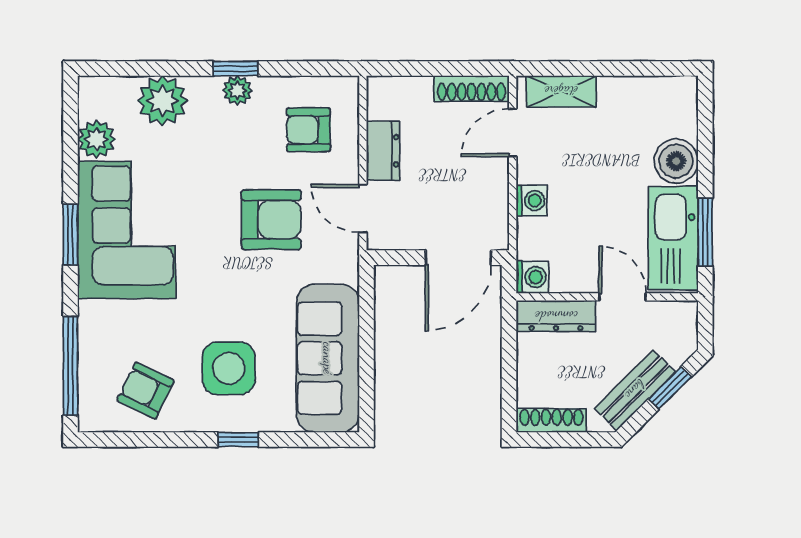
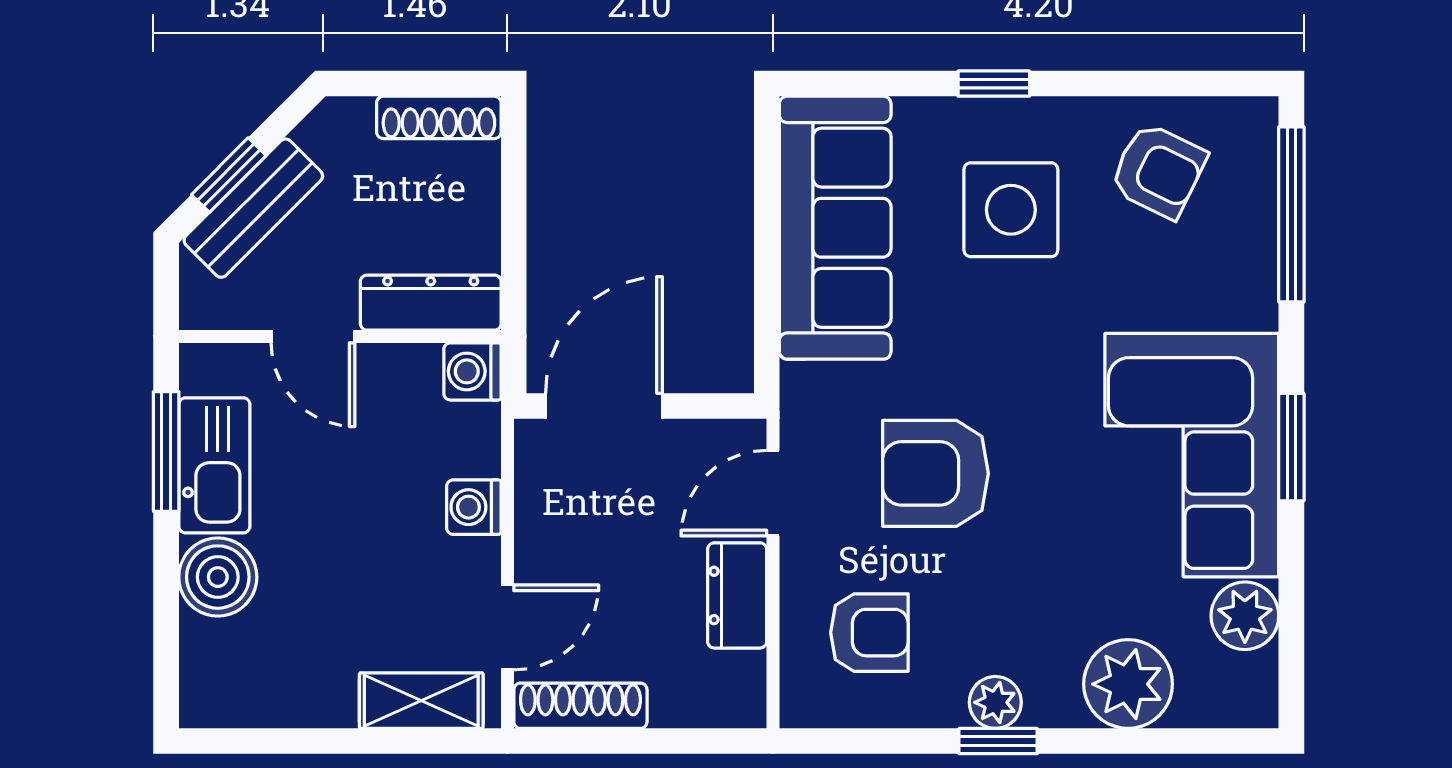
door: (363, 208) -> (773, 493), swing flipped
kitchen sink: (673, 238) -> (214, 465), width x0.73, depth x0.81
bench: (635, 390) -> (253, 208), moved

